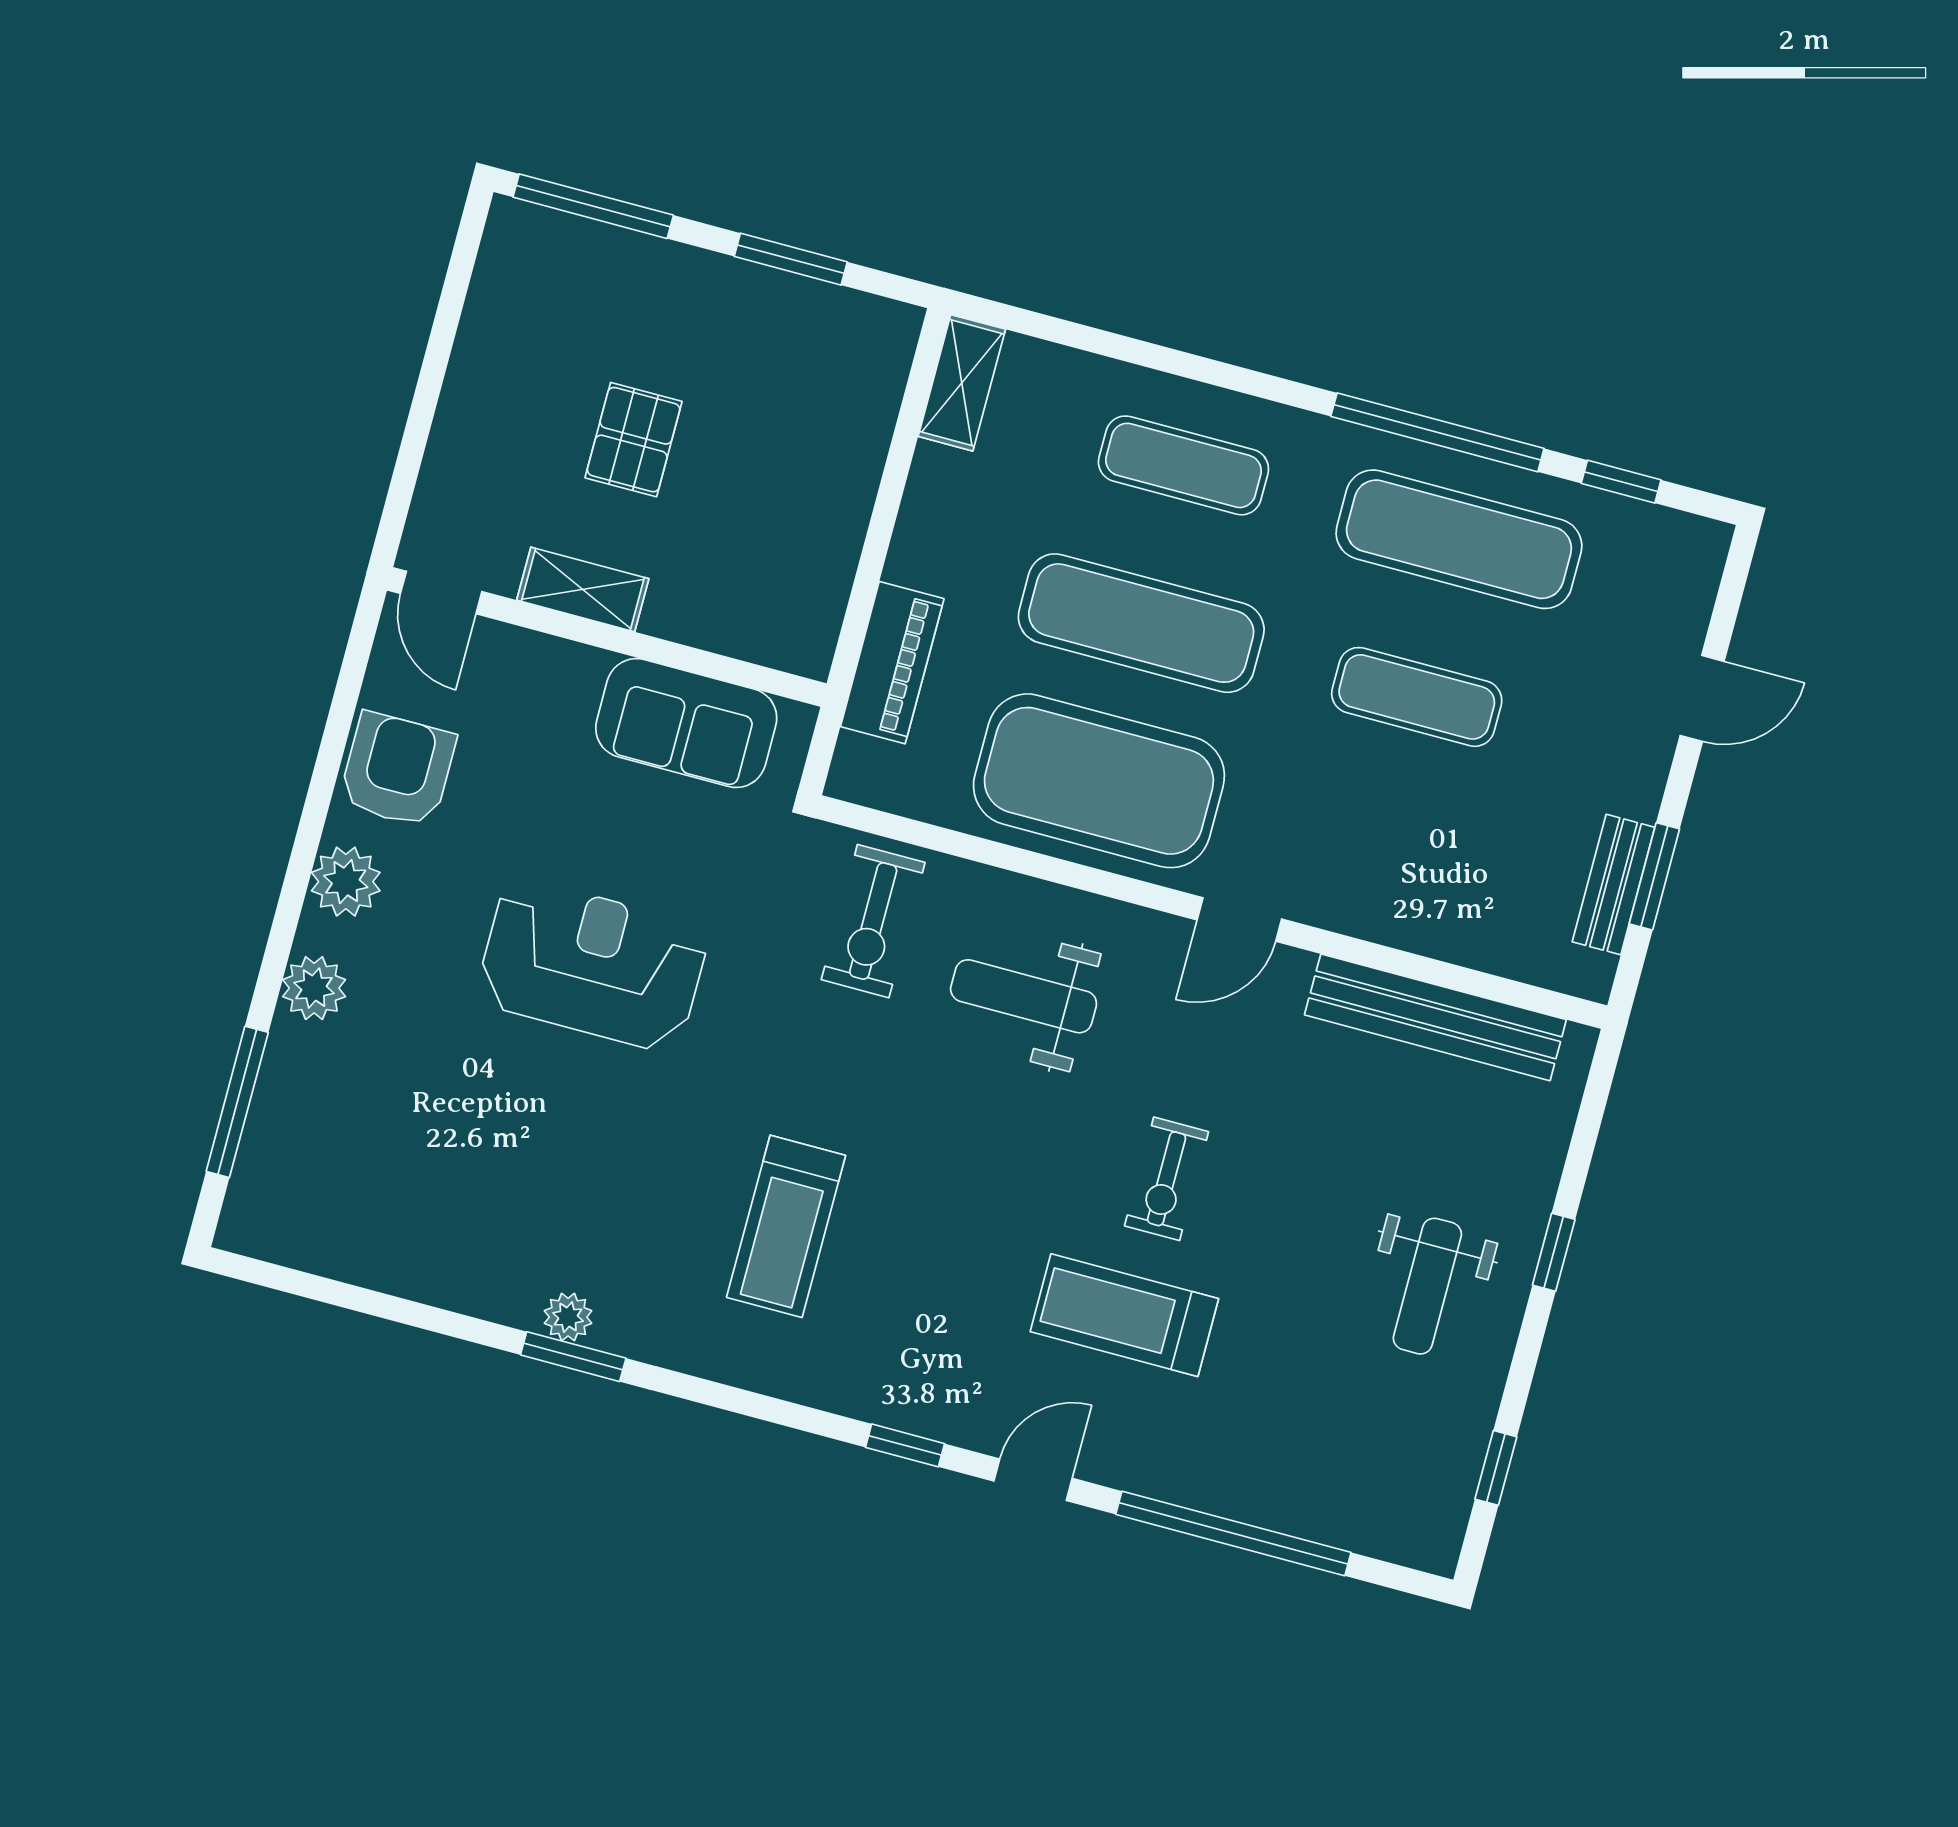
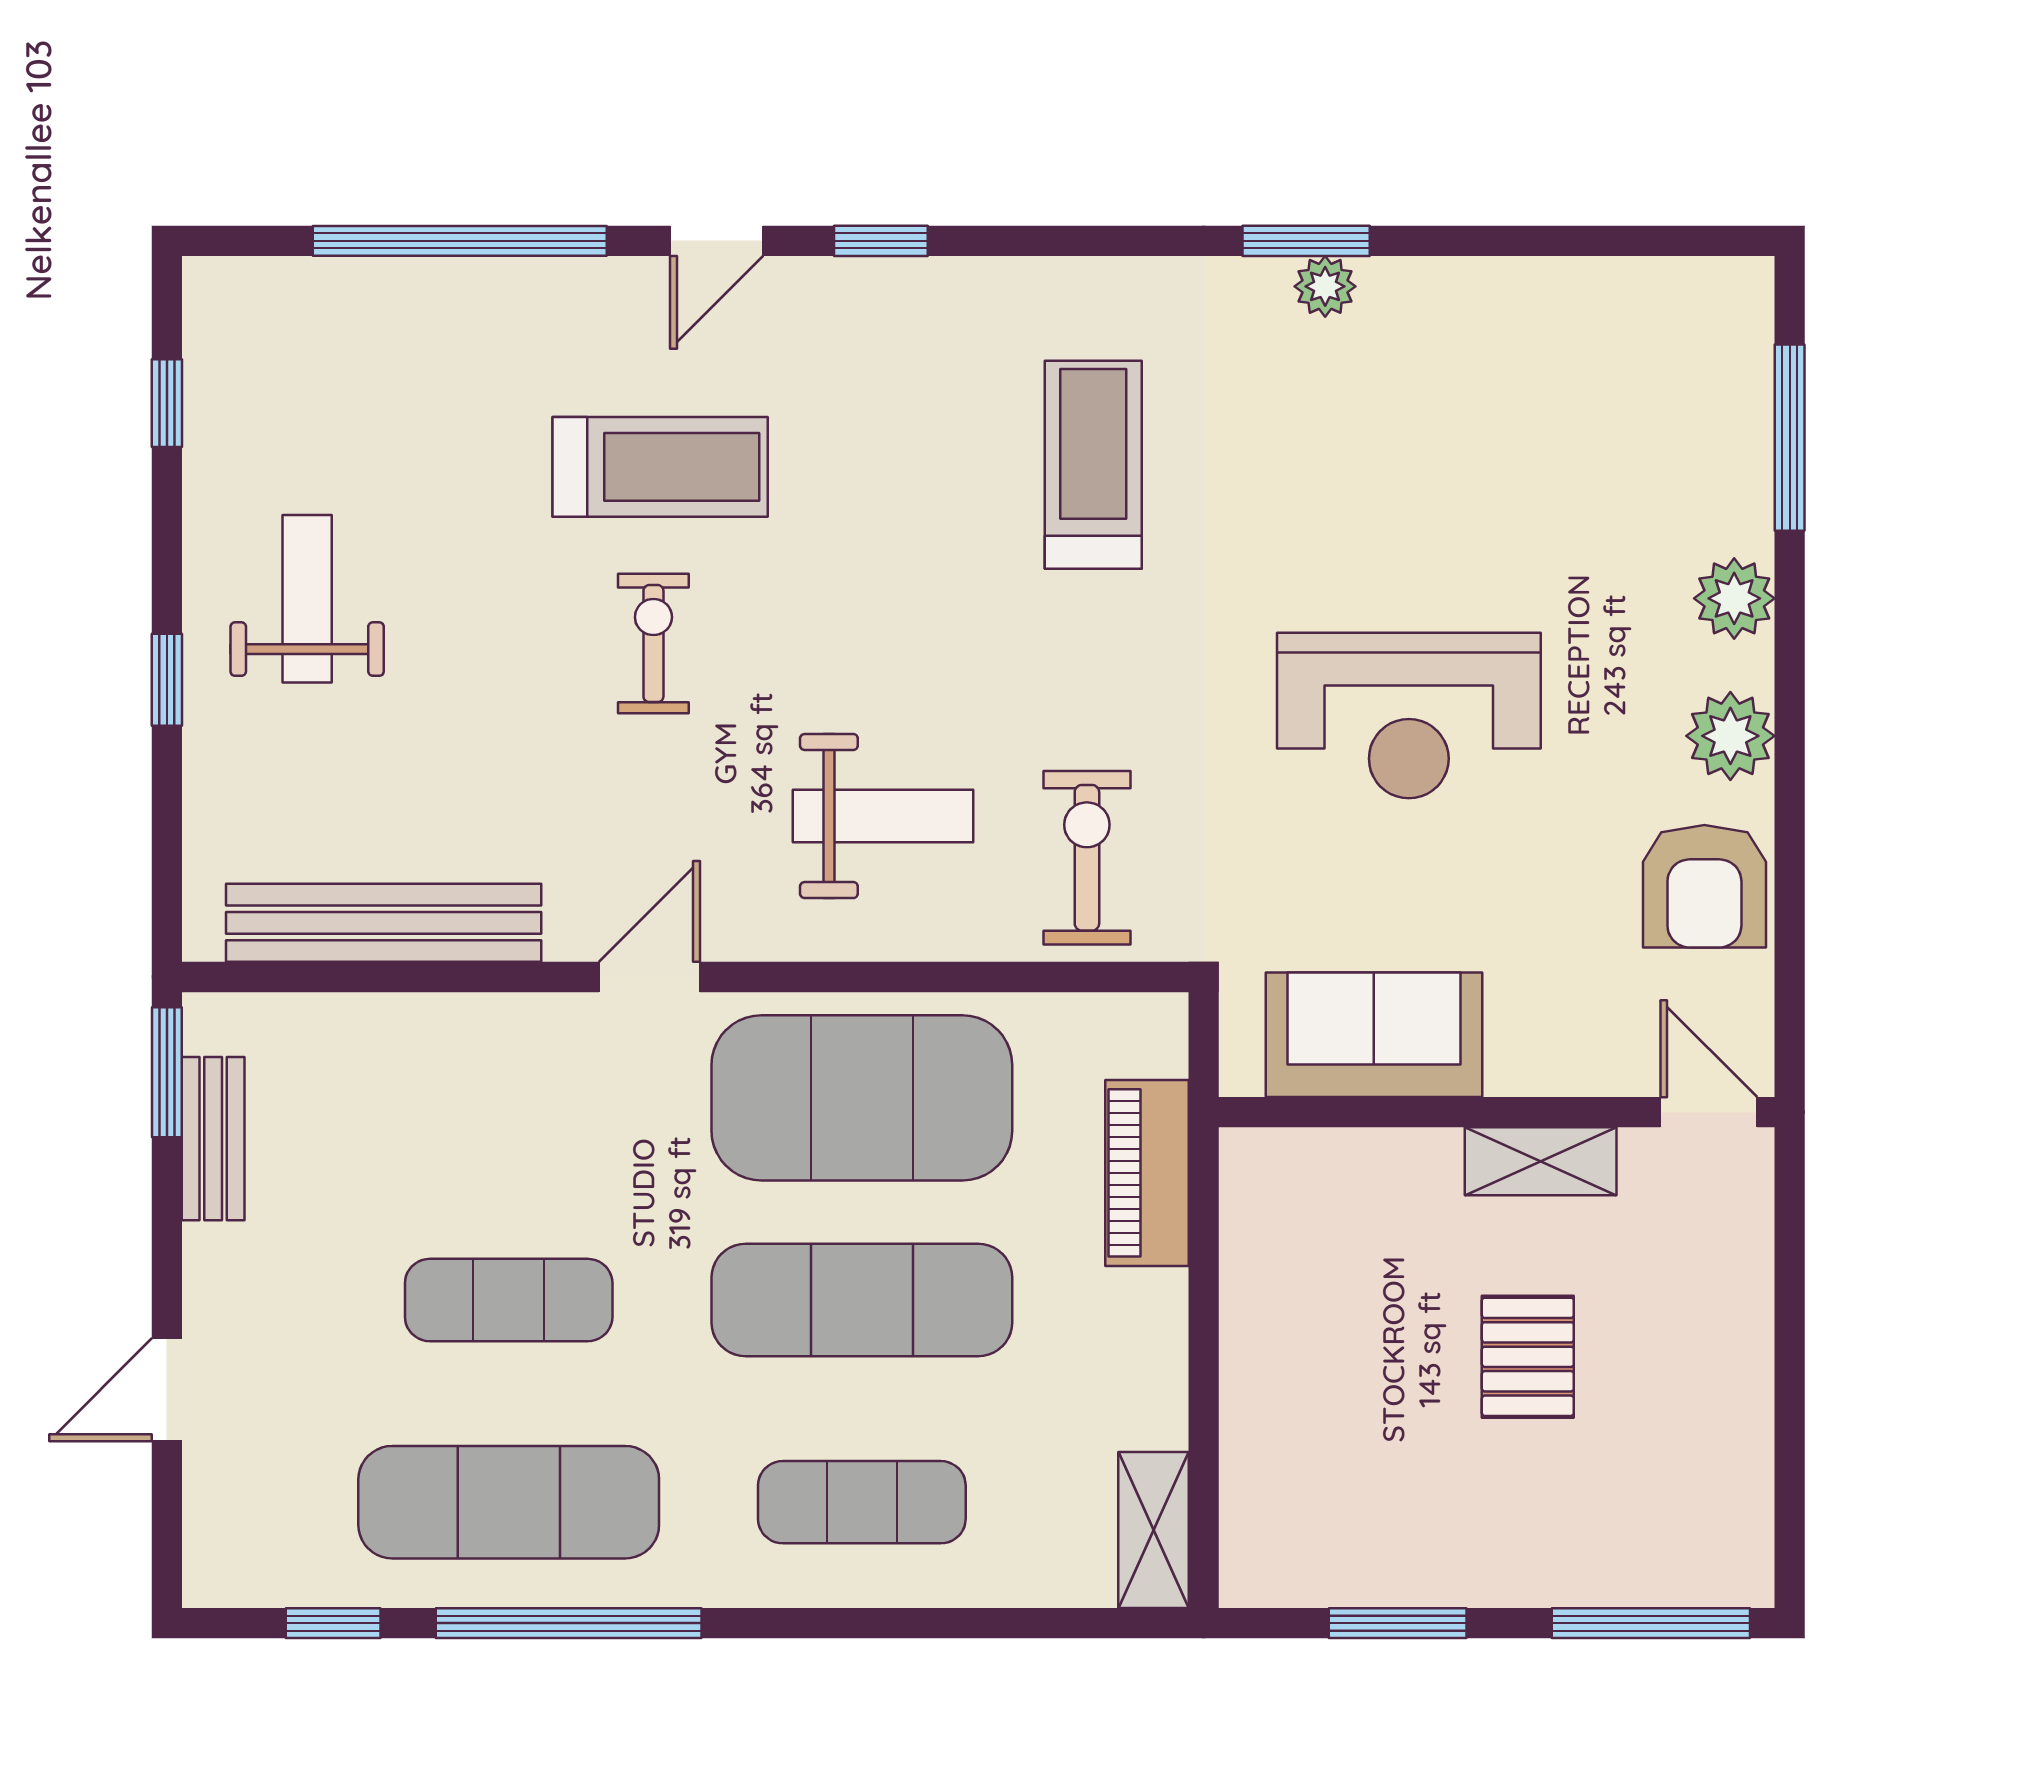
window: (1654, 876) -> (167, 1072), moved

